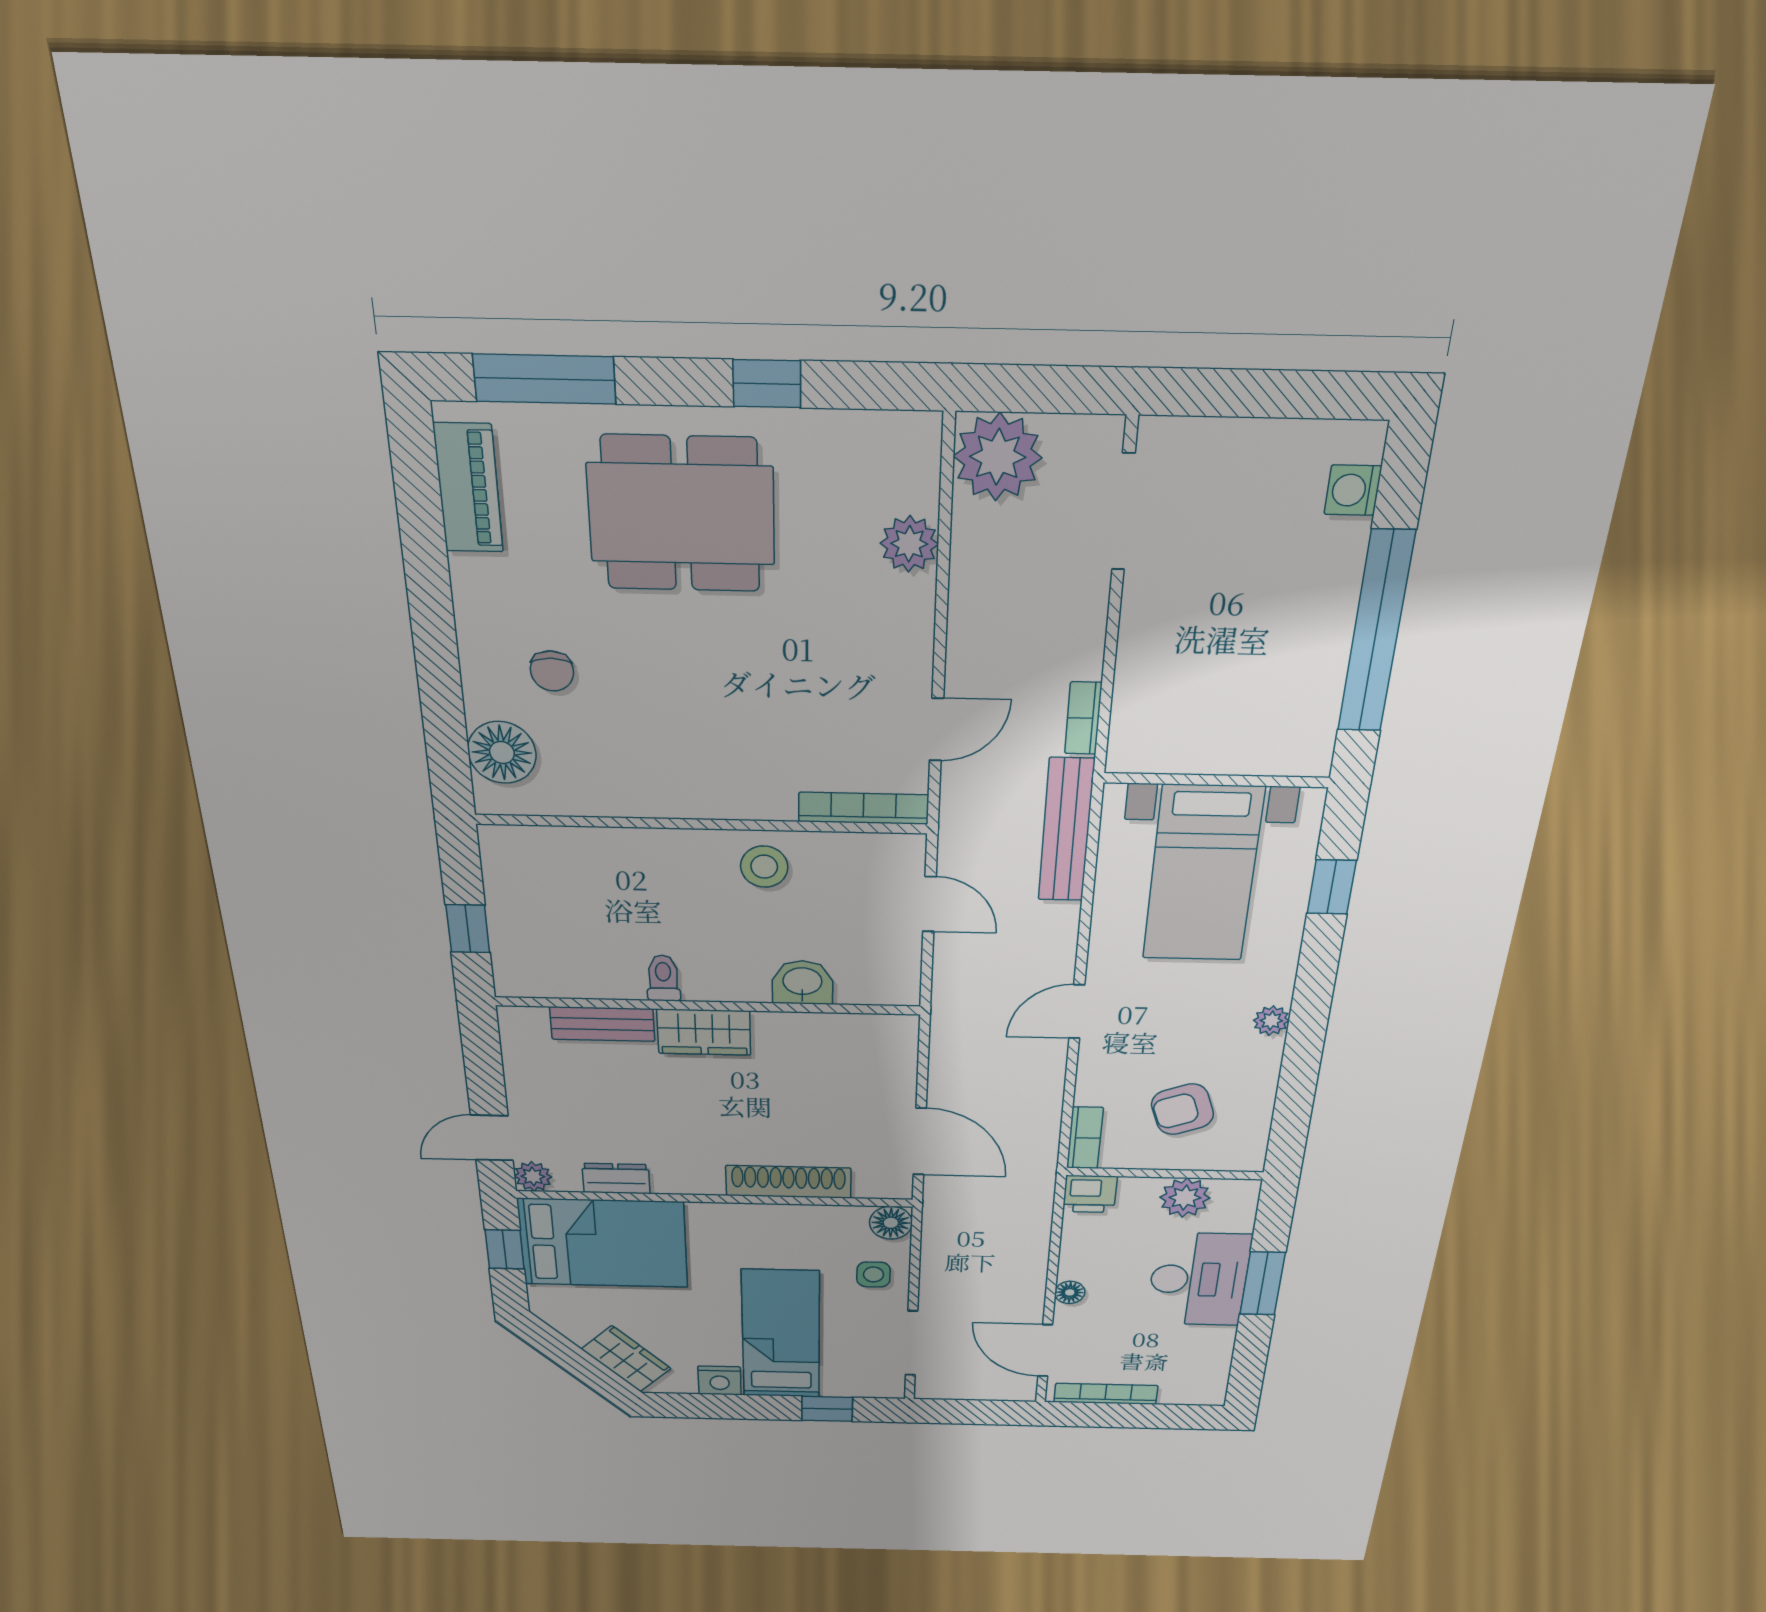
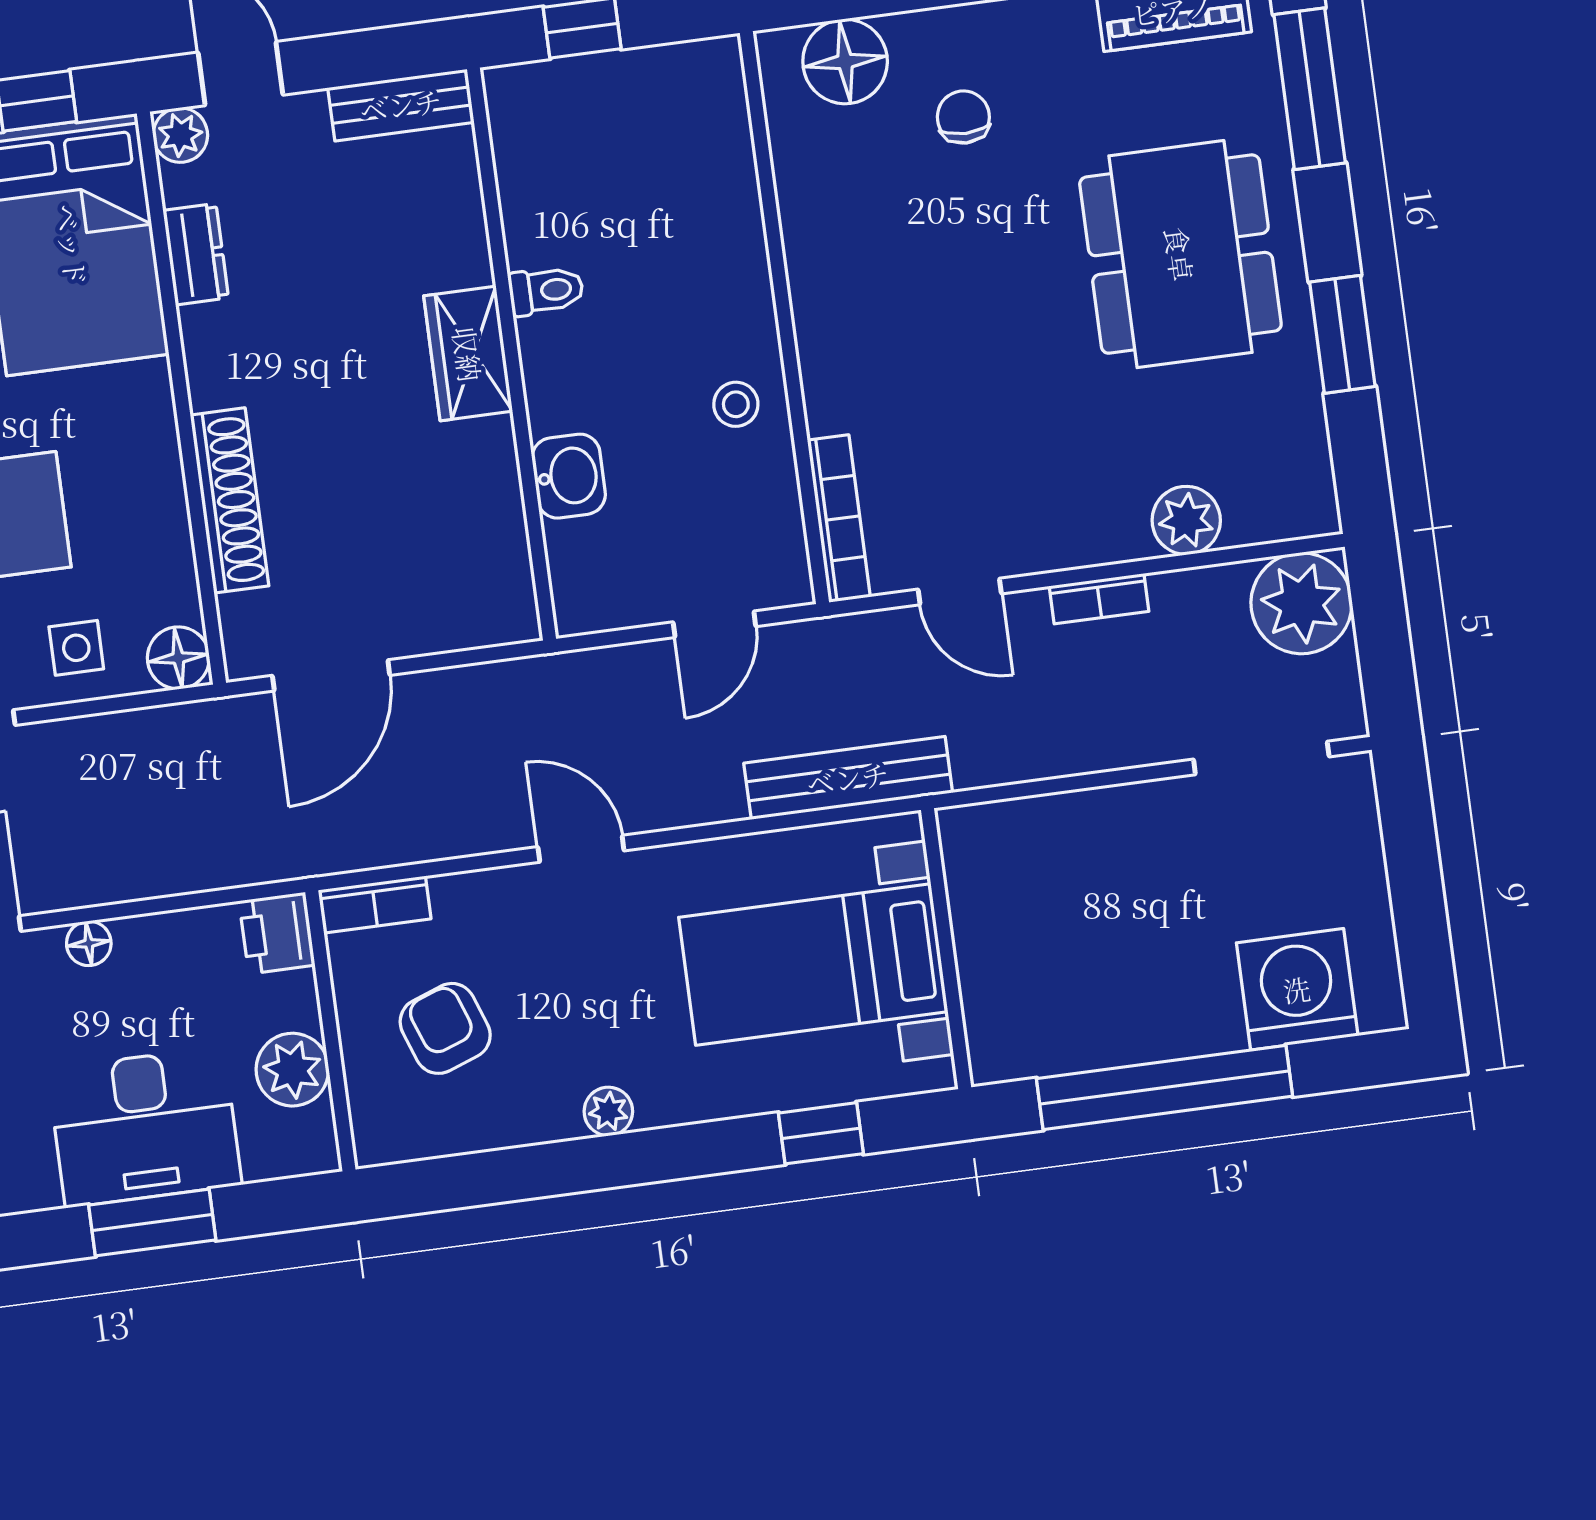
window: (767, 384) -> (1342, 334), width x1.50
washing machine: (1353, 490) -> (1297, 989), width x1.89, depth x1.89
chair: (552, 671) -> (963, 117), turned 90
bookcase: (1083, 718) -> (1099, 599), moved, turned 180
stool: (764, 867) -> (736, 404), width x0.73, depth x0.73
bench: (602, 1024) -> (401, 105), moved, turned 90

